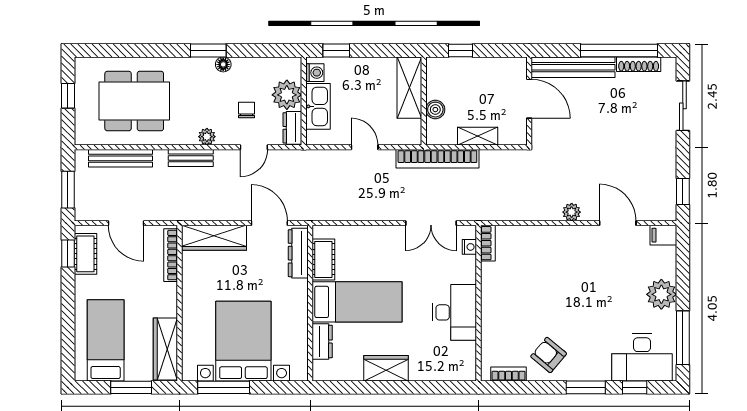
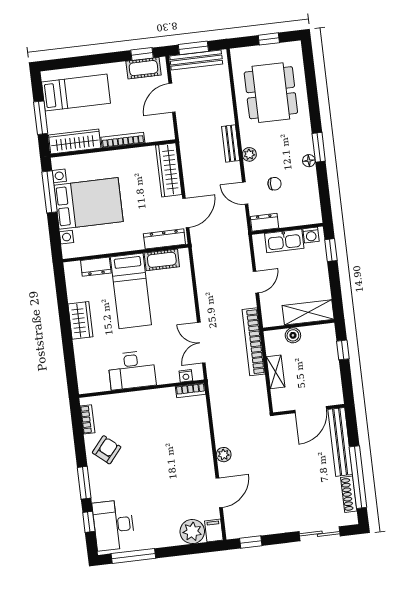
plant: (287, 95) -> (291, 215), removed
bench: (121, 158) -> (196, 60), moved, turned 90
bookcase: (171, 255) -> (123, 140), moved
plant: (661, 294) -> (192, 532), moved

